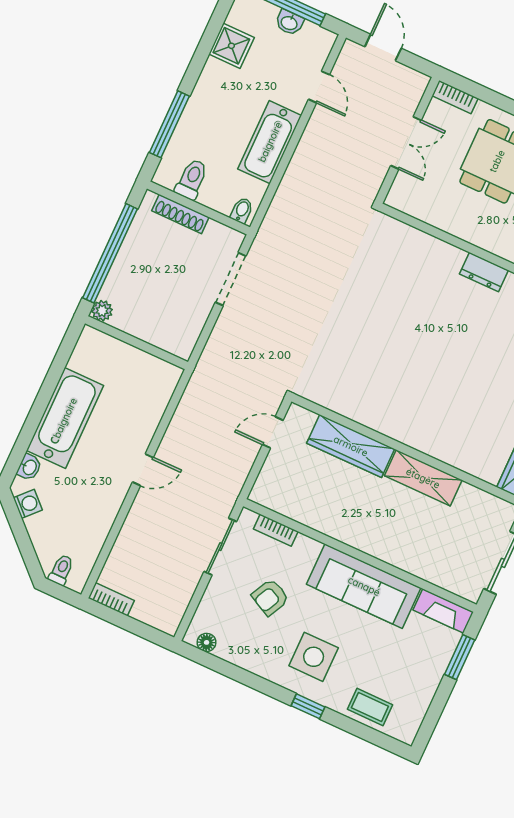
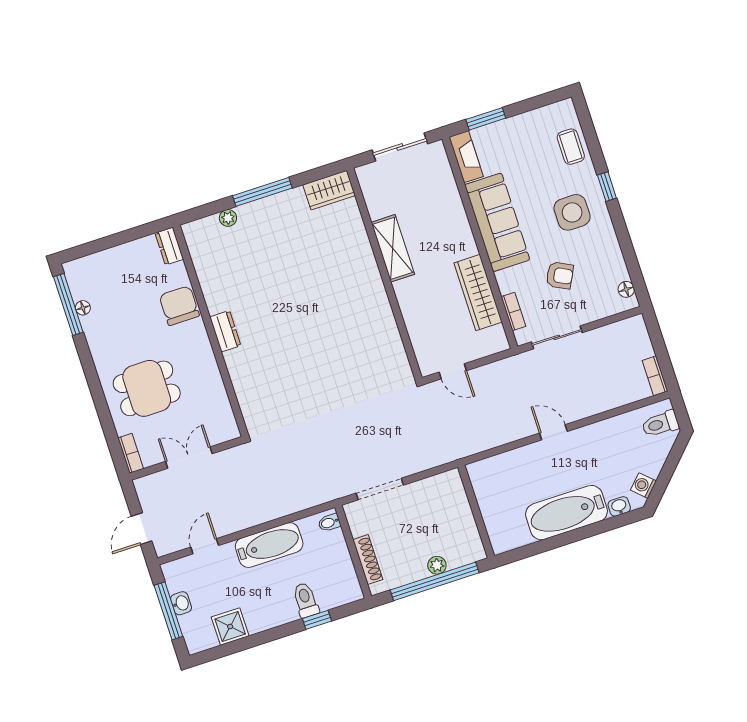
window: (169, 124) -> (317, 620), width x0.46
toilet: (192, 179) -> (306, 600), moved, turned 90
plant: (102, 311) -> (437, 565), moved
wardrobe: (351, 446) -> (478, 292), moved, turned 180
toilet: (61, 570) -> (660, 424), width x1.37, depth x1.39

